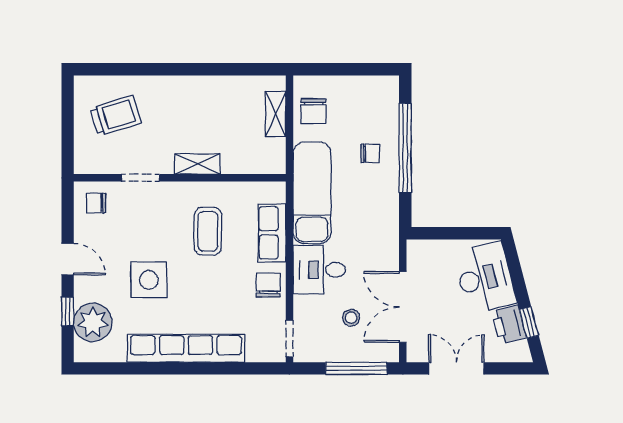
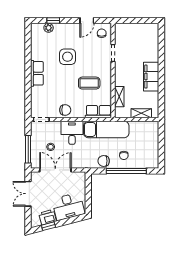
filing cabinet: (193, 92) -> (151, 77), added
chair: (313, 111) -> (104, 161), moved
trolley: (116, 115) -> (141, 42), removed
shelving: (197, 164) -> (119, 97), moved
row of seats: (272, 233) -> (98, 112), moved
door: (68, 259) -> (87, 21), moved
plant: (93, 322) -> (49, 28), width x0.53, depth x0.53
row of seats: (186, 348) -> (37, 73), width x0.50
double door: (456, 368) -> (28, 194), swing flipped

